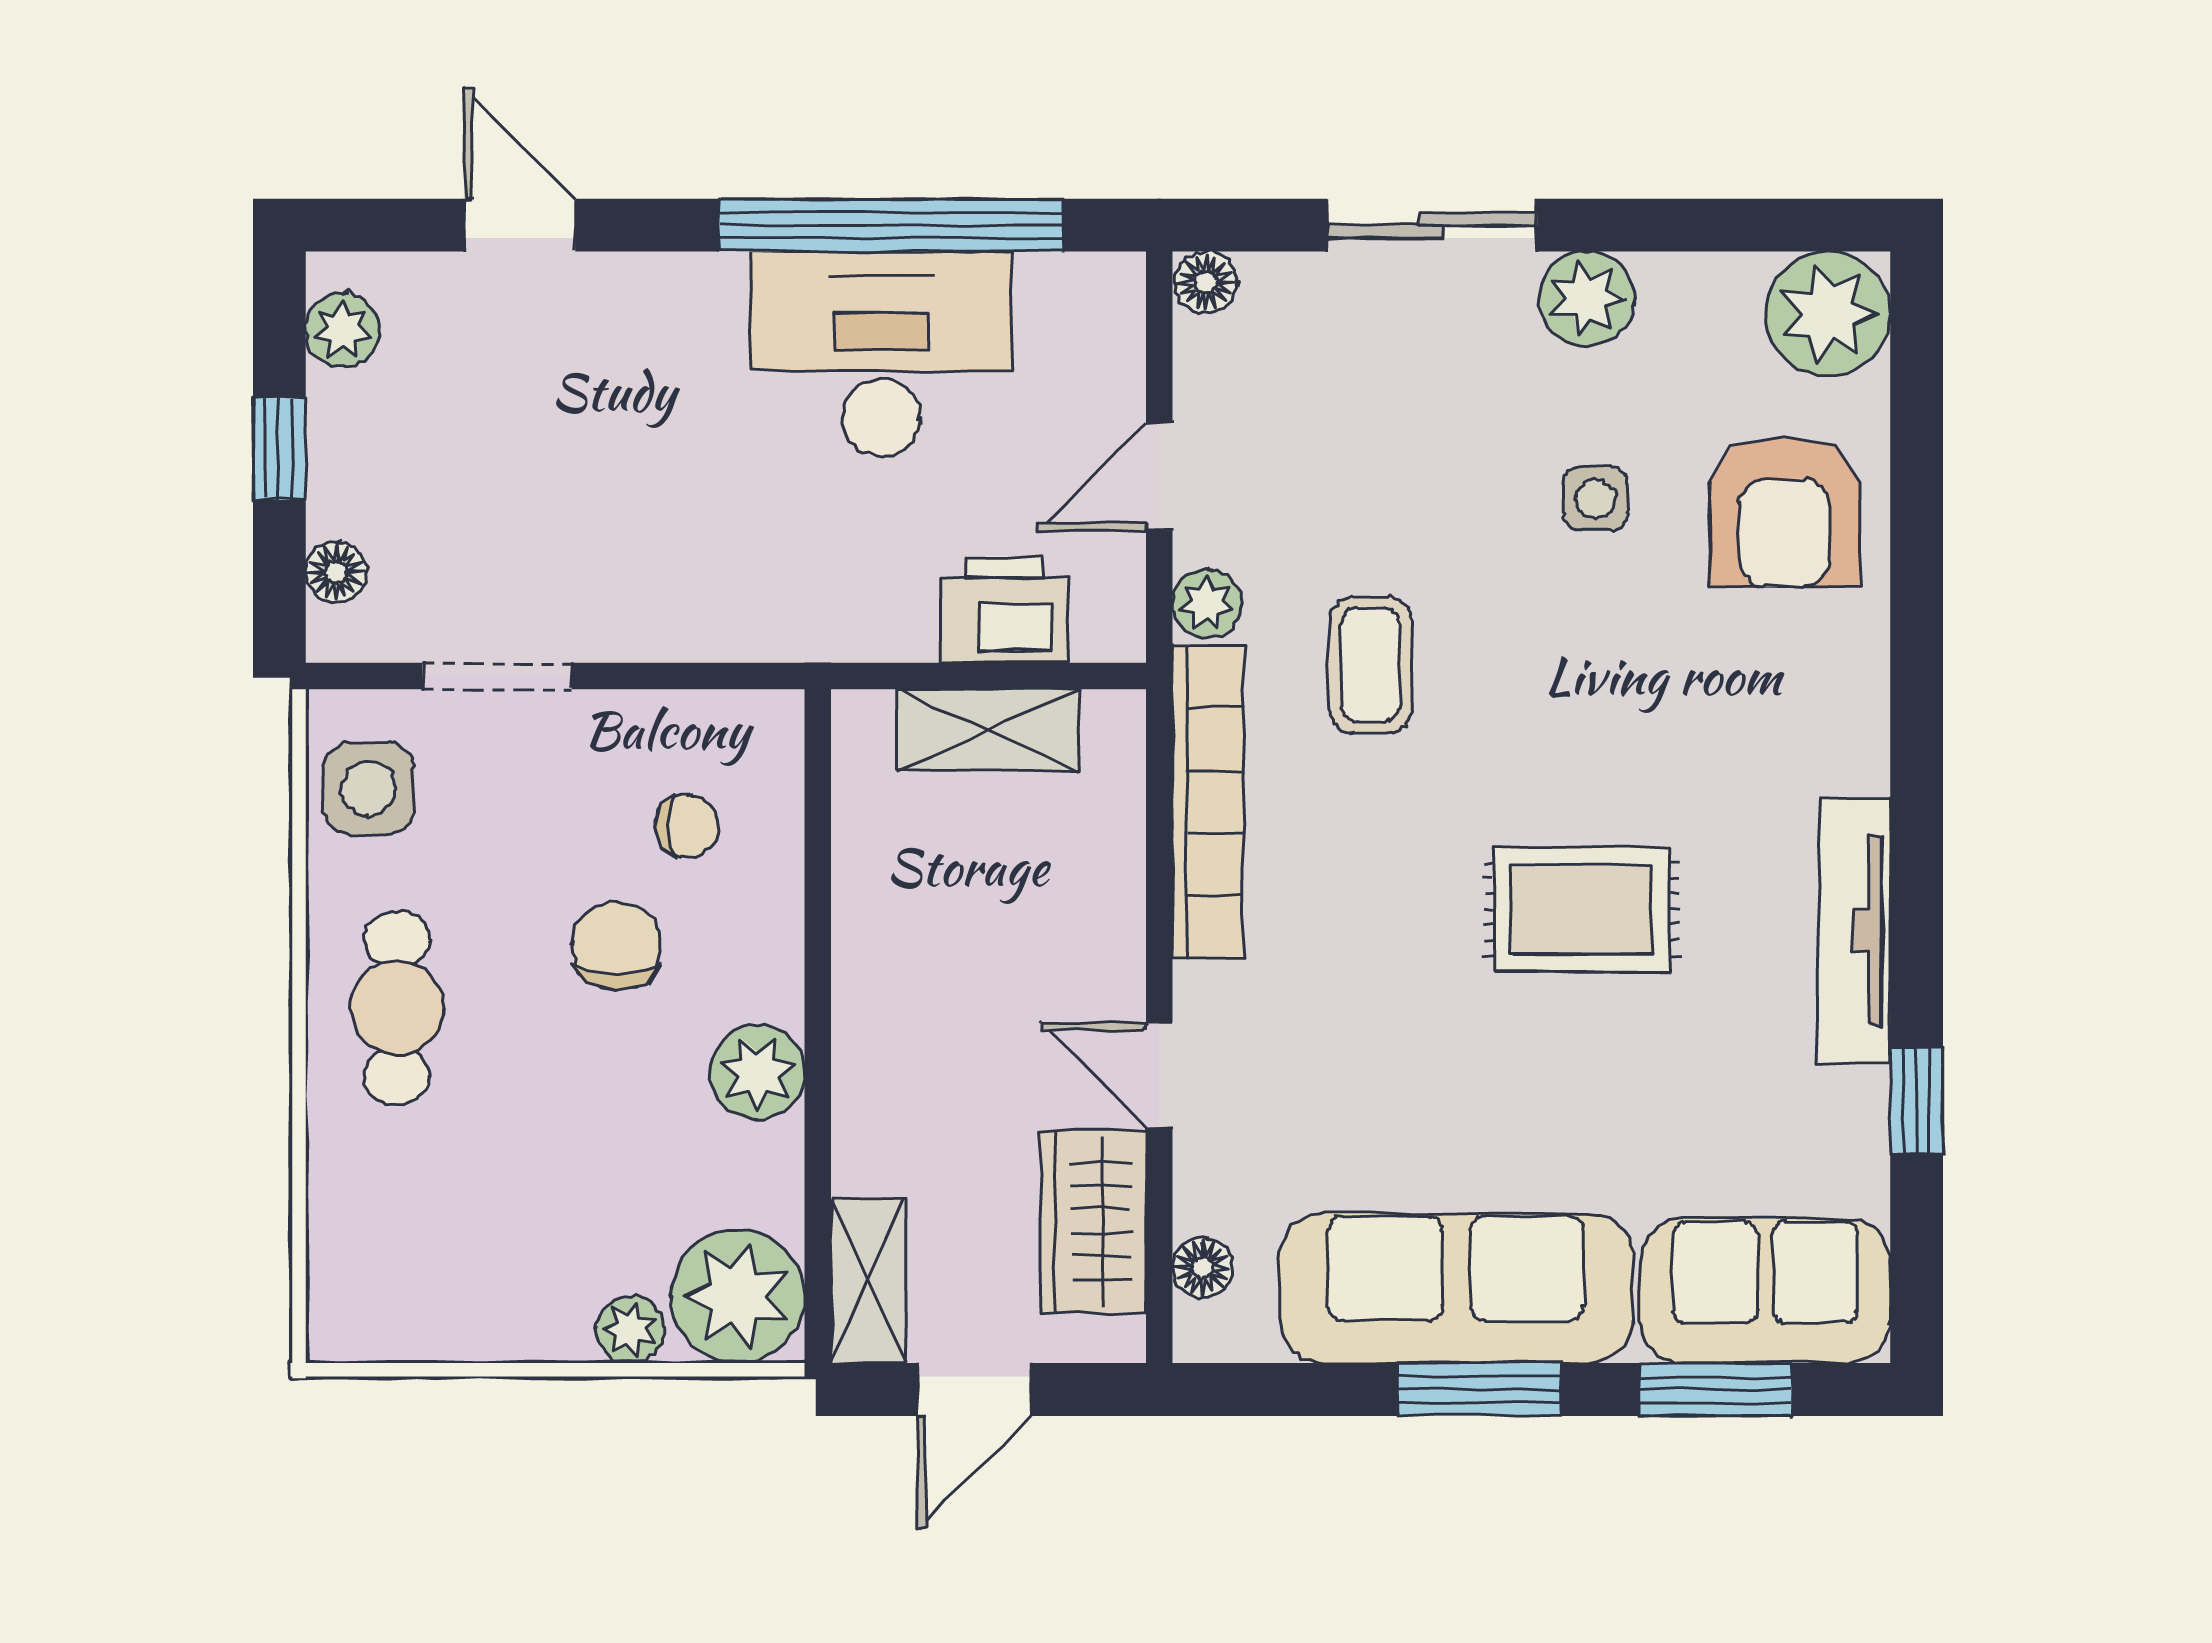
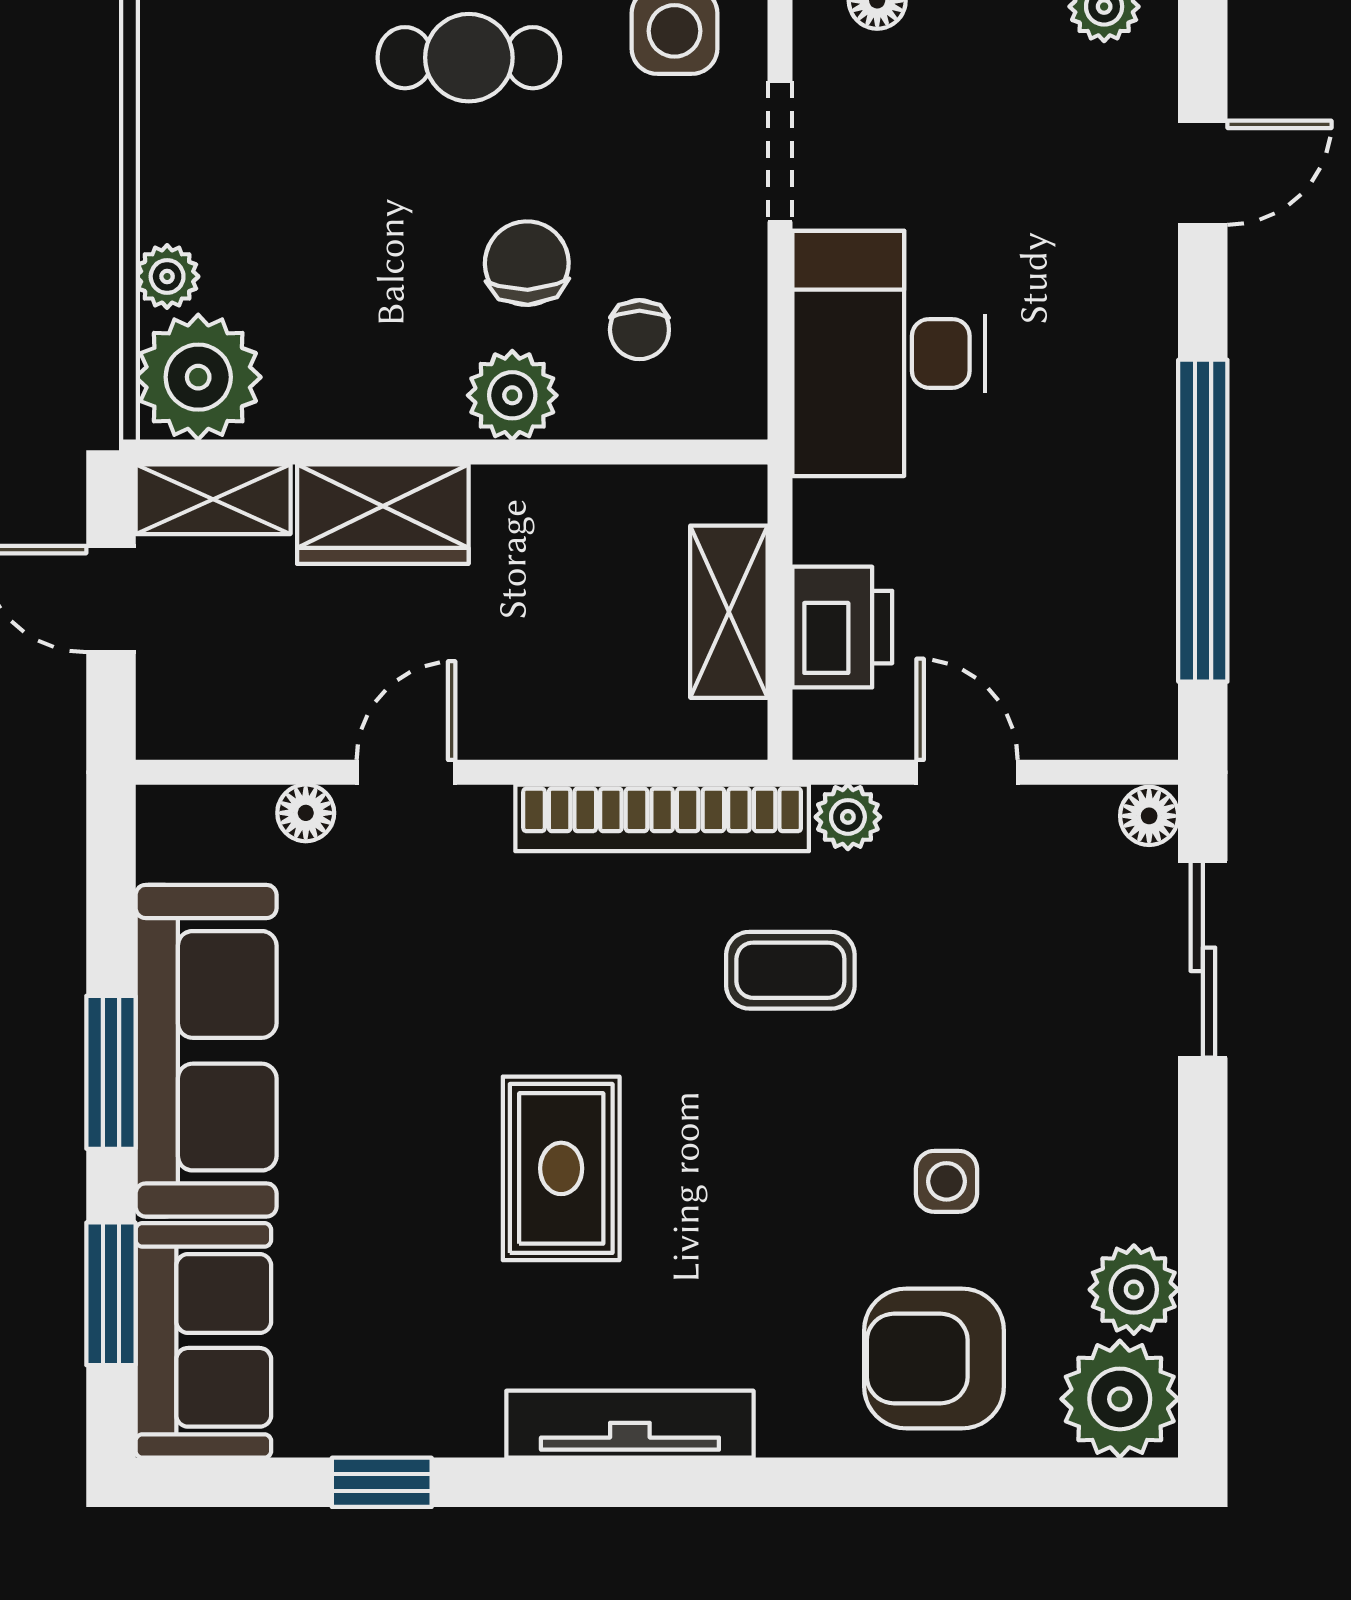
sliding door: (1432, 225) -> (1203, 959), moved
plant: (1587, 299) -> (1134, 1290), moved
desk: (881, 354) -> (889, 353), moved, turned 180
tv unit: (1855, 930) -> (630, 1424), moved
chair: (616, 946) -> (527, 263), turned -92
plant: (757, 1072) -> (512, 395), moved
wardrobe: (1093, 1221) -> (383, 514), moved, turned 180
floor lamp: (1203, 1267) -> (306, 813), moved

